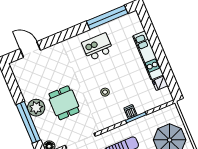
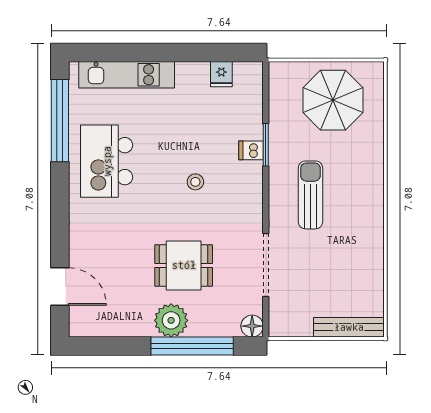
kitchen island: (97, 47) -> (107, 161), width x1.37, depth x1.28
door: (30, 49) -> (60, 287), swing flipped
kitchen unit: (148, 55) -> (127, 75), moved

